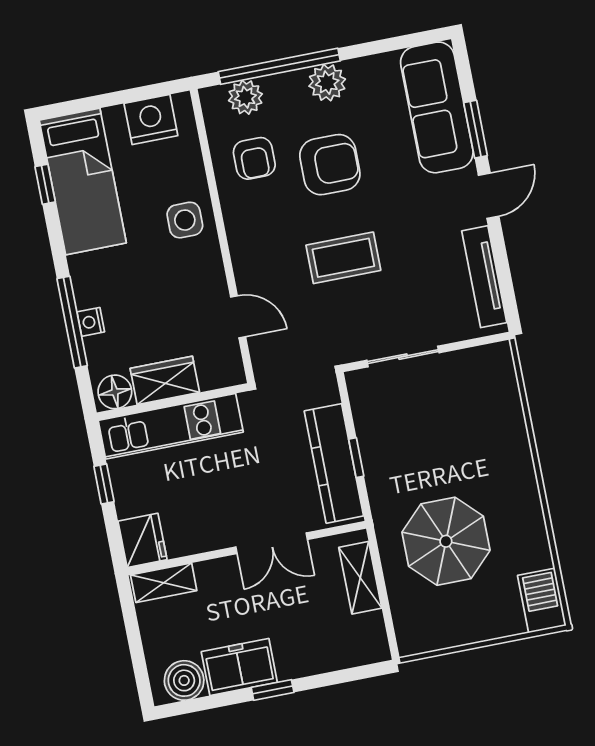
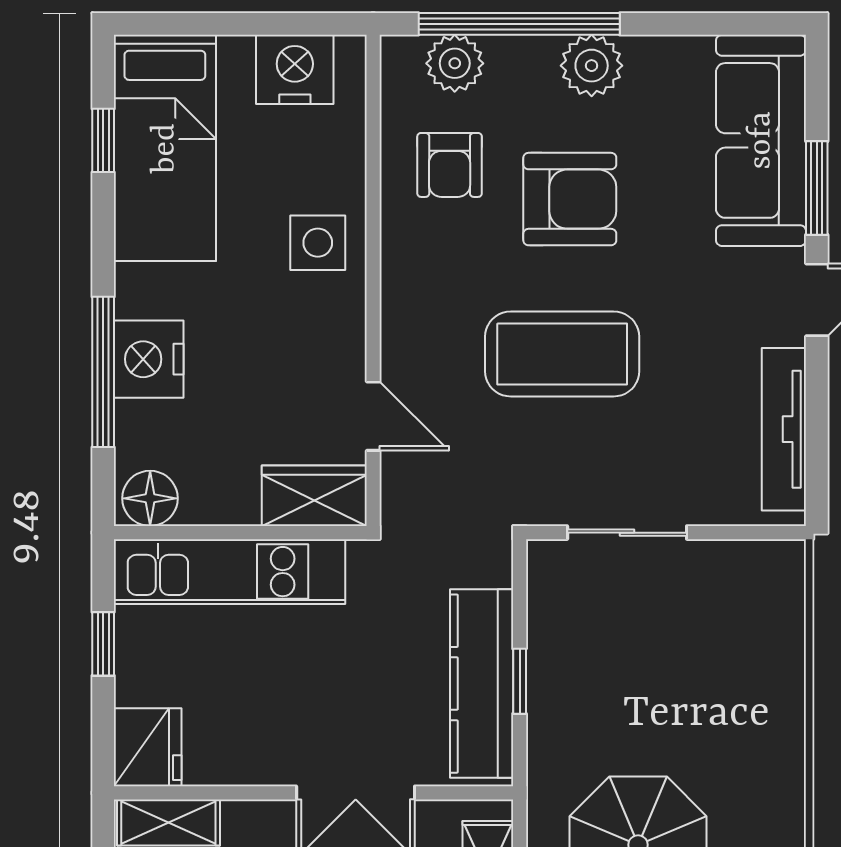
coffee table: (343, 258) -> (562, 354), width x1.36, depth x1.32
nightstand: (91, 322) -> (149, 359), width x1.89, depth x1.79
wardrobe: (165, 380) -> (314, 496), moved

